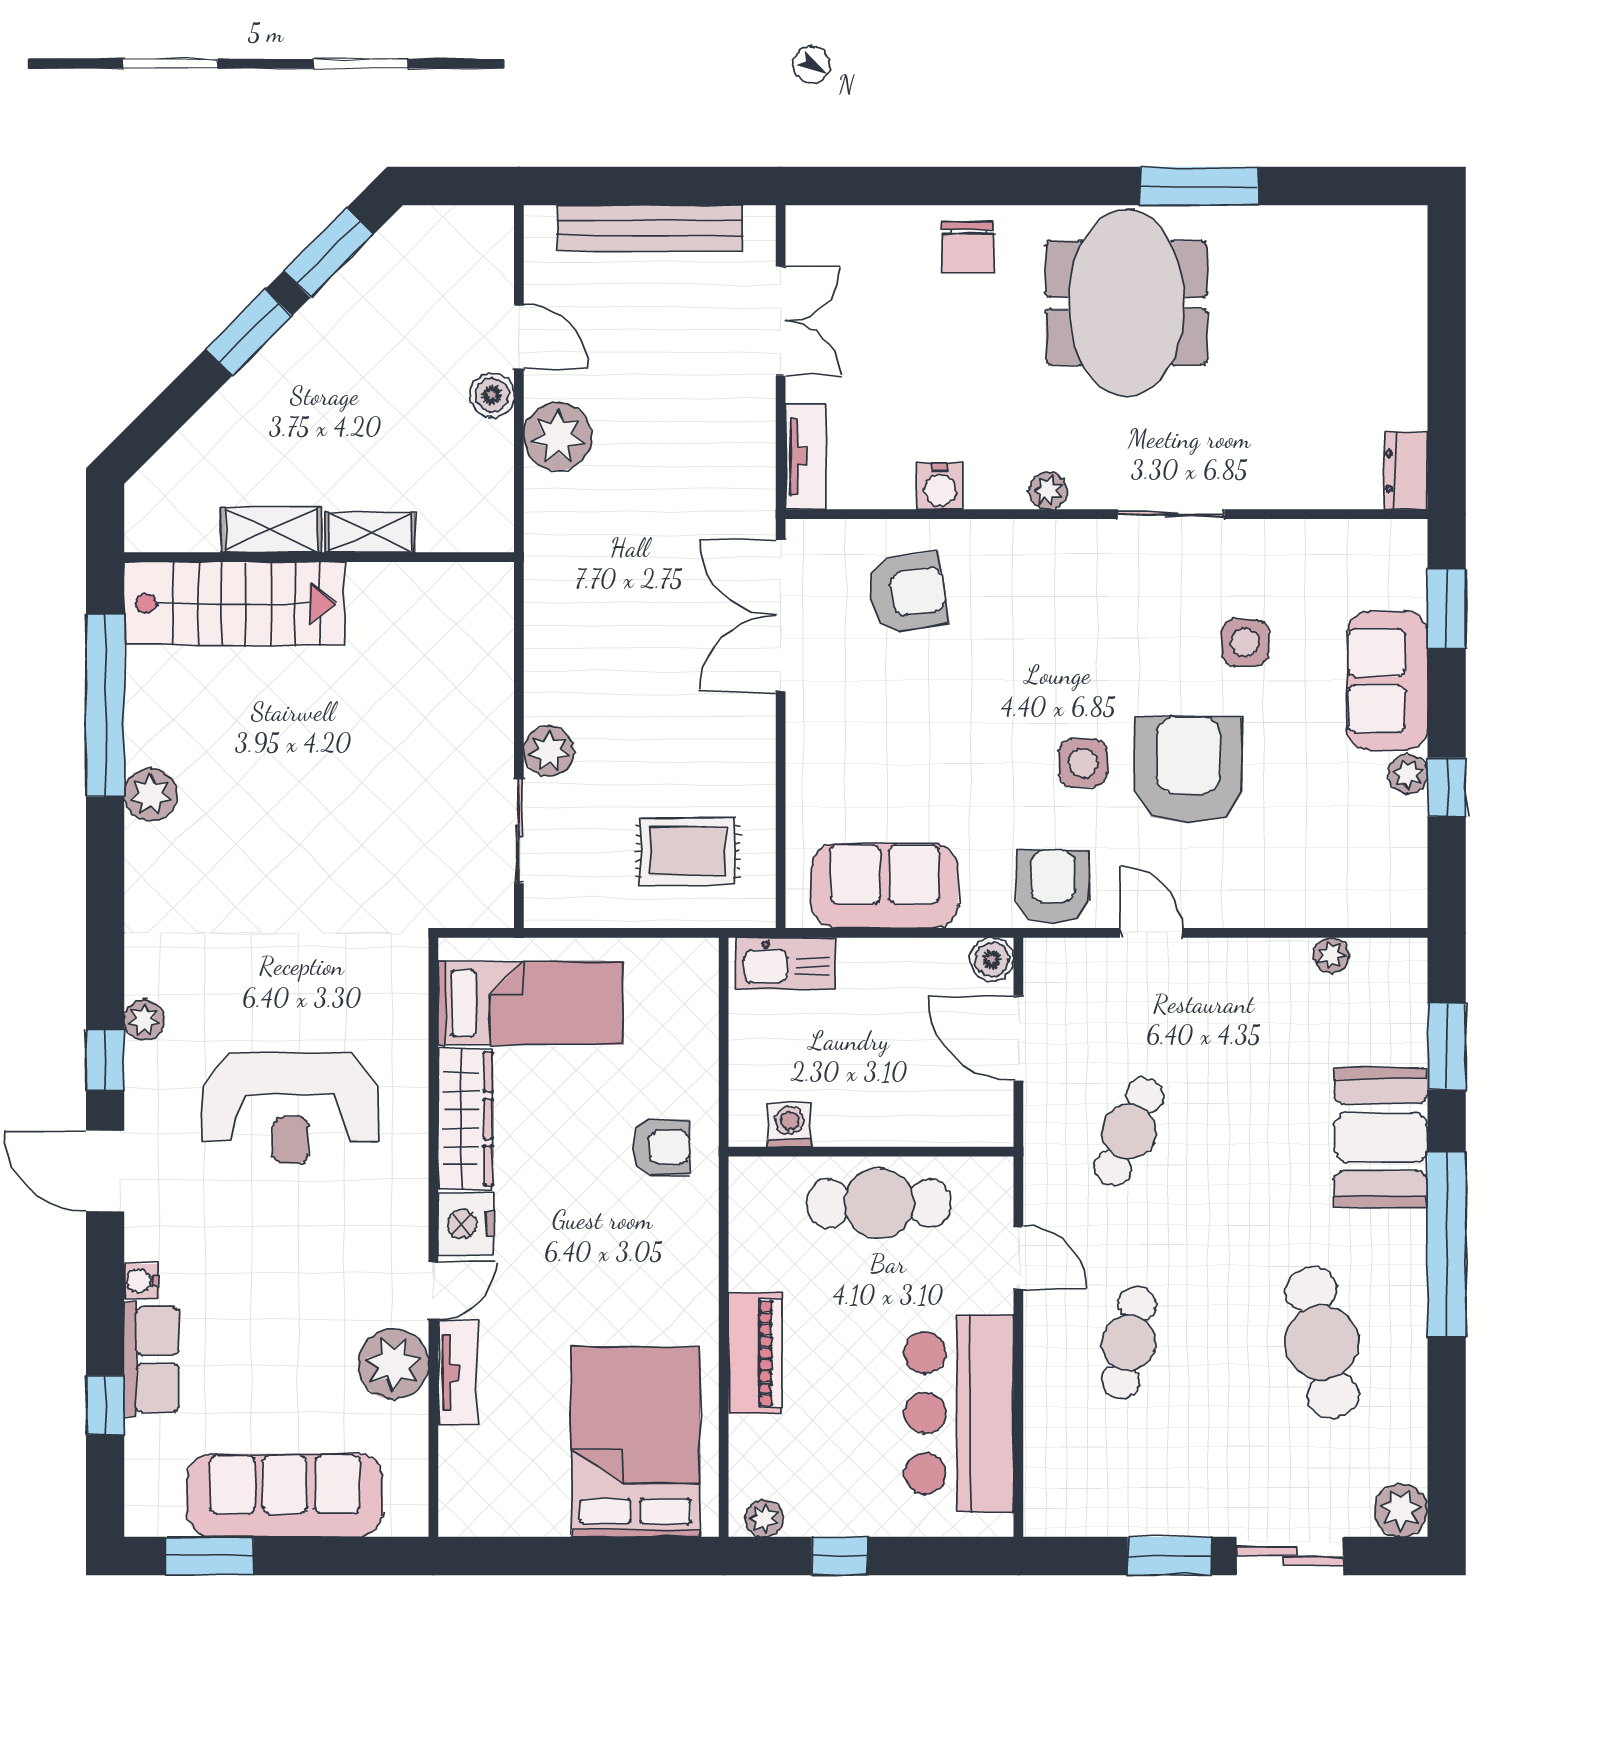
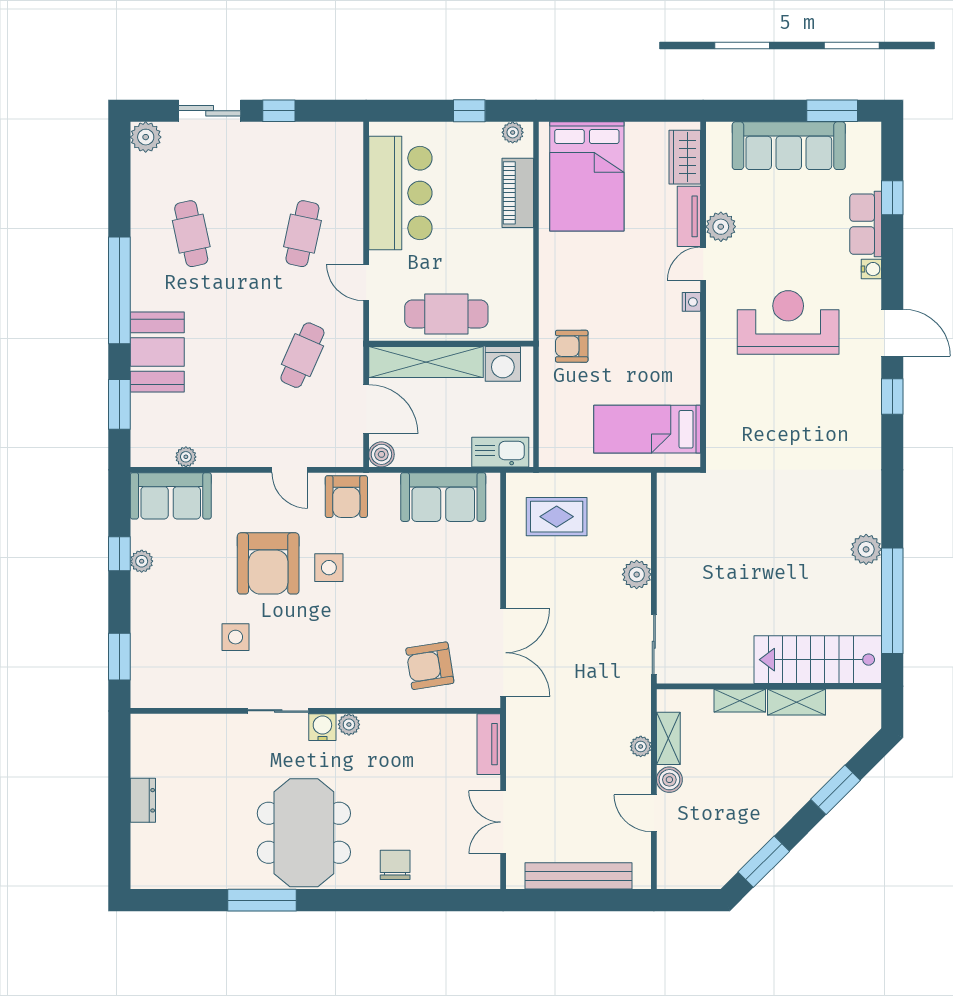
window: (249, 332) -> (836, 790), moved
plant: (558, 437) -> (641, 746), width x0.53, depth x0.53
shelving: (494, 467) -> (668, 738), added
dresser: (1406, 471) -> (143, 800), moved
water cooler: (940, 486) -> (322, 727), moved
sofa: (1387, 681) -> (171, 496), moved, turned 90
sliding door: (519, 831) -> (654, 645), moved
plant: (144, 1020) -> (870, 420), removed
reception desk: (290, 1108) -> (788, 322), moved
wardrobe: (465, 1119) -> (685, 157), moved, width x0.67
shelving: (914, 1120) -> (426, 362), added
washing machine: (789, 1125) -> (503, 364), width x1.38, depth x1.38
nightstand: (466, 1224) -> (691, 302), width x0.53, depth x0.56
cafe table: (1322, 1343) -> (191, 234), width x0.73, depth x0.74
piano: (755, 1353) -> (518, 193), moved
plant: (393, 1364) -> (721, 227), width x0.73, depth x0.73
window: (1170, 1556) -> (279, 111), width x0.67

